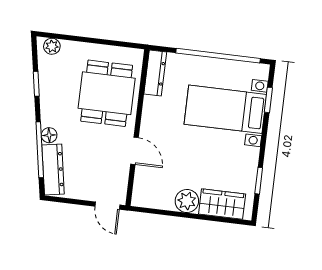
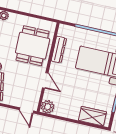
dresser: (155, 73) -> (59, 50), moved
plant: (187, 201) -> (48, 107), moved

